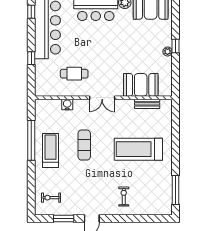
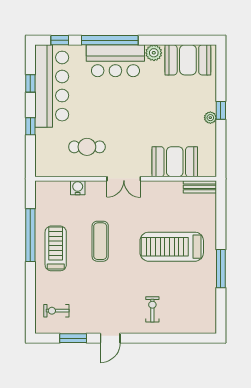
window: (31, 12) -> (30, 83), moved
bench: (147, 104) -> (200, 187), moved
window: (176, 190) -> (221, 269), moved

